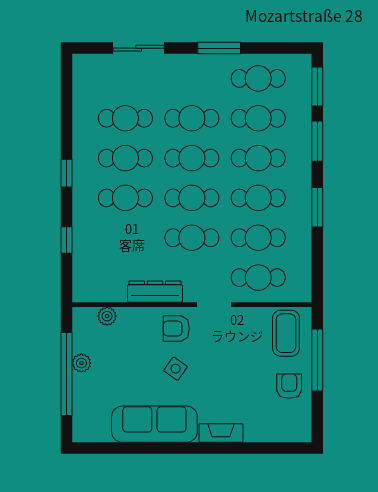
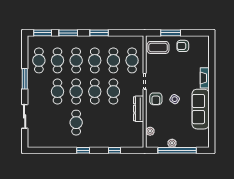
cafe table: (125, 118) -> (57, 123), removed
cafe table: (125, 198) -> (95, 123), removed
window: (317, 360) -> (171, 33), width x0.69

